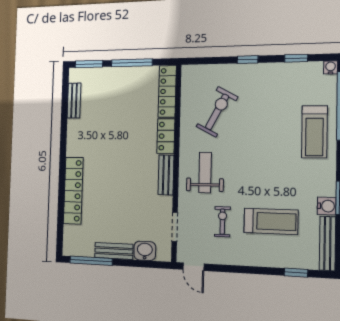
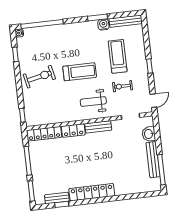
window: (248, 60) -> (22, 115), moved
window: (65, 107) -> (62, 204), added
exercise bike: (217, 112) -> (39, 77), moved, turned 140
treadmill: (314, 132) -> (80, 72), moved
locker: (73, 191) -> (92, 192), moved
bench: (114, 251) -> (153, 160), width x1.36
window: (296, 273) -> (149, 66), moved

